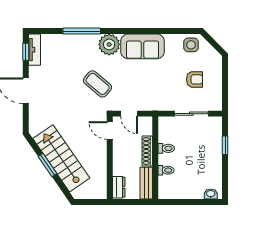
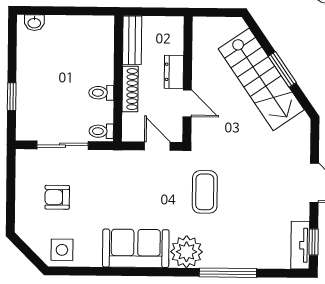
coffee table: (98, 84) -> (205, 192), turned 50
door: (110, 130) -> (187, 103), moved
toilet: (166, 170) -> (101, 131), moved
dresser: (119, 187) -> (174, 72), moved

